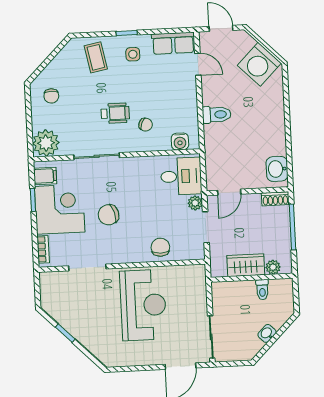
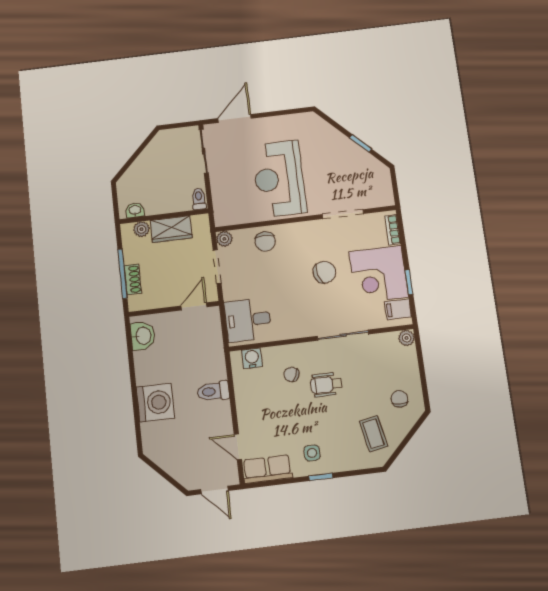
coffee table: (96, 57) -> (373, 434), moved
washing machine: (259, 64) -> (155, 403), moved, turned 45
plant: (46, 143) -> (407, 338), width x0.53, depth x0.53
shoe rack: (275, 199) -> (133, 279), moved, turned 90
plant: (195, 203) -> (224, 239), moved
toilet: (262, 290) -> (199, 199), moved
washbasin: (267, 333) -> (135, 210), moved, turned -135

